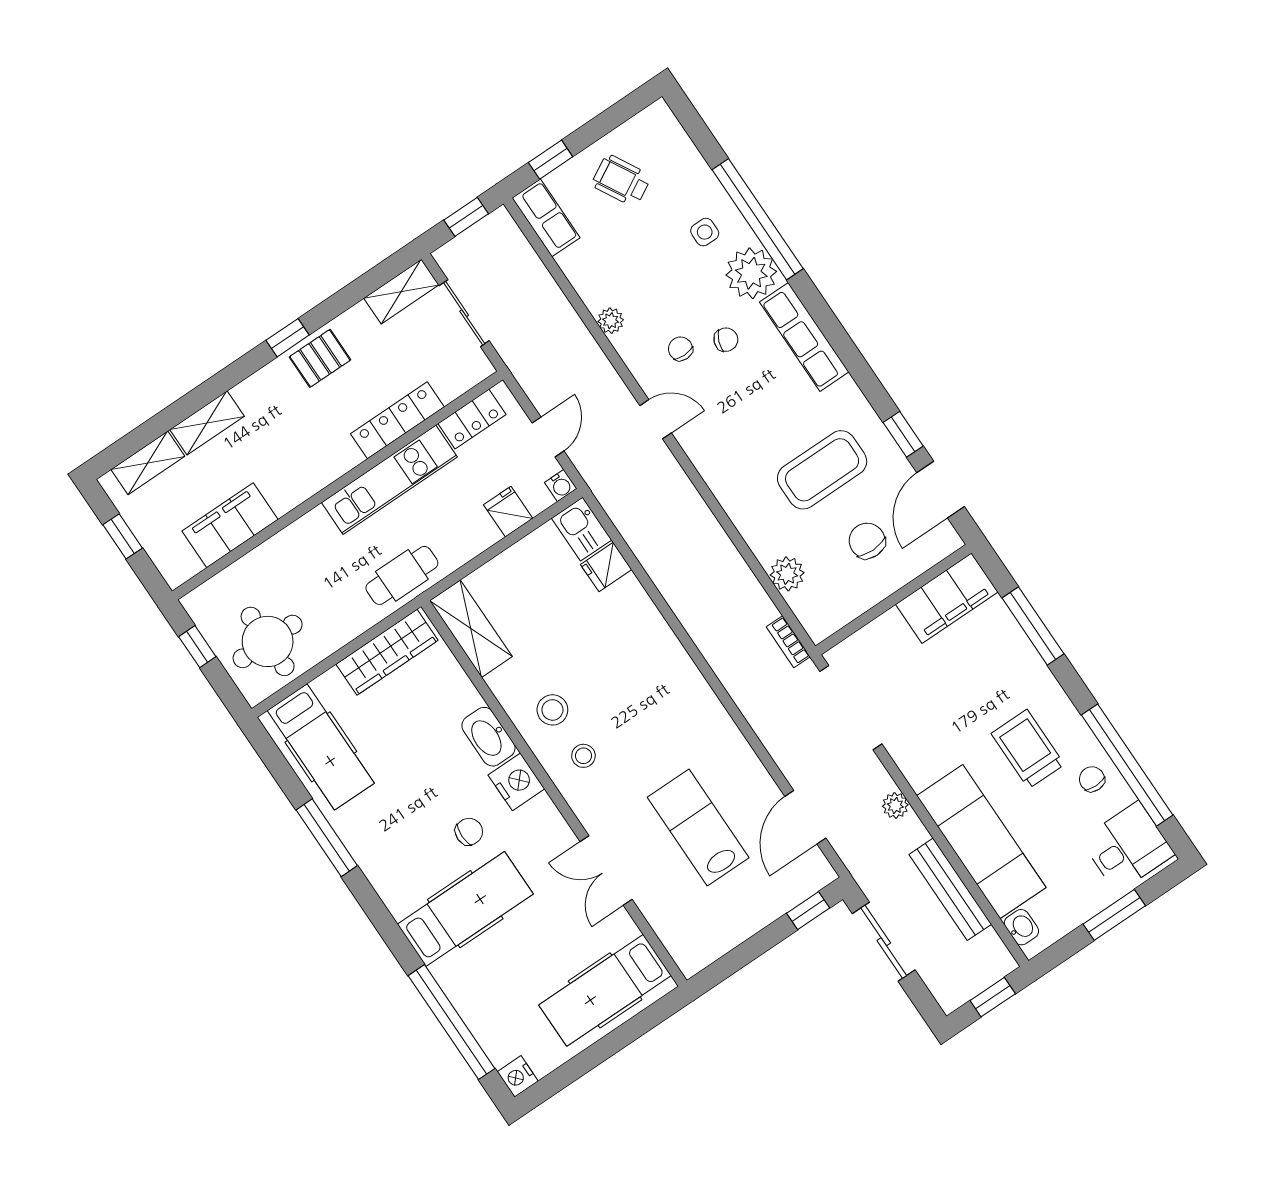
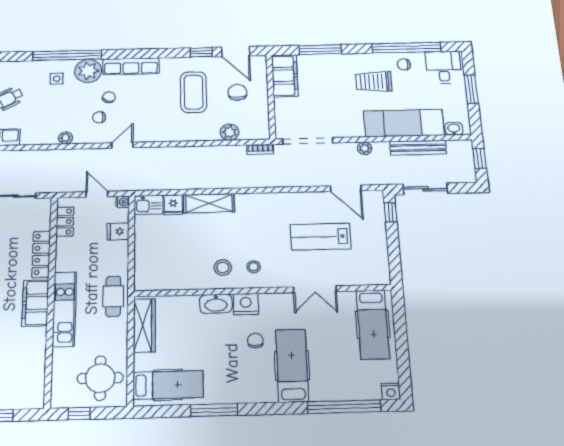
kitchen unit: (389, 480) -> (64, 309), moved
filing cabinet: (230, 525) -> (35, 303), moved
chair: (867, 541) -> (237, 92), turned 90
shelving: (471, 629) -> (209, 203), moved

